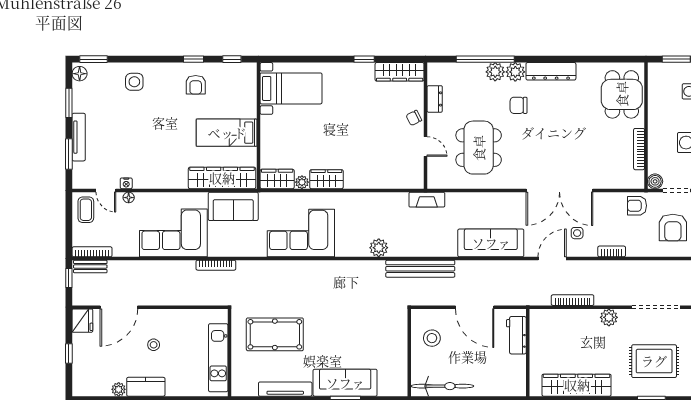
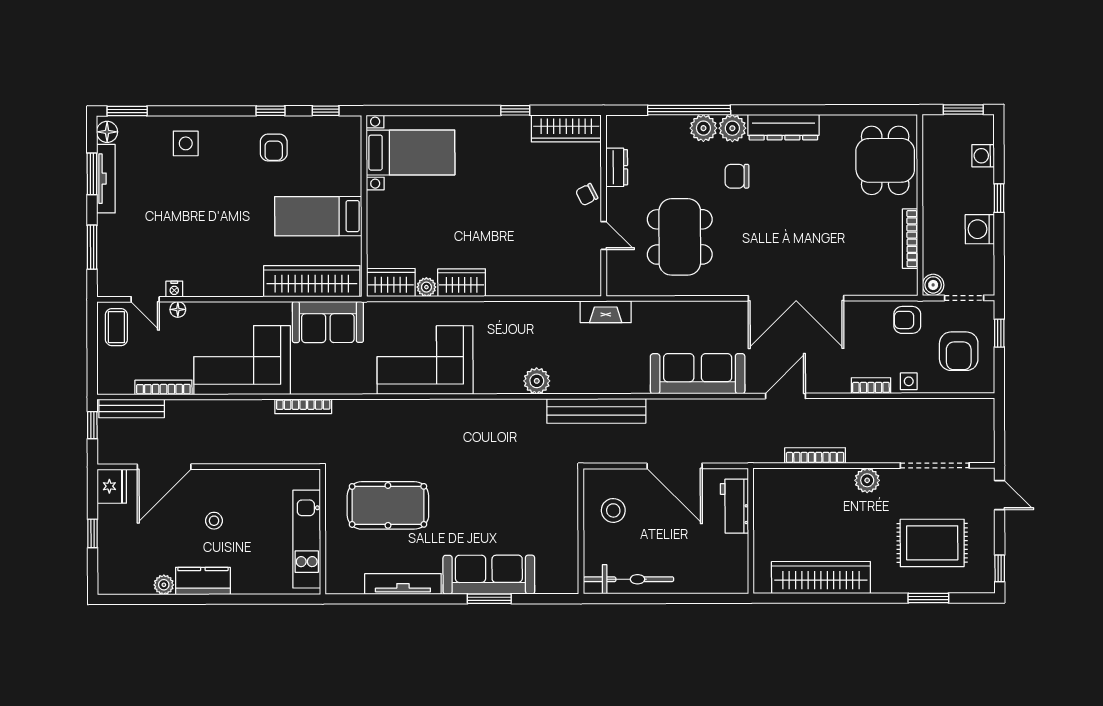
tv unit: (79, 137) -> (106, 179), moved
side table: (577, 233) -> (909, 381), moved
bookcase: (92, 252) -> (163, 387), moved
bench: (90, 267) -> (132, 409), width x1.36

